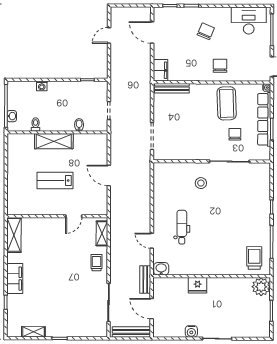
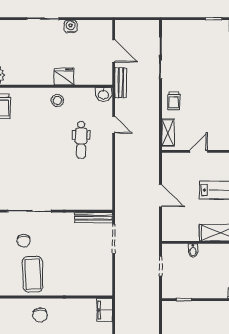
bench: (172, 88) -> (94, 218), moved
stool: (201, 183) -> (57, 101), moved
bench: (131, 332) -> (136, 26), removed

